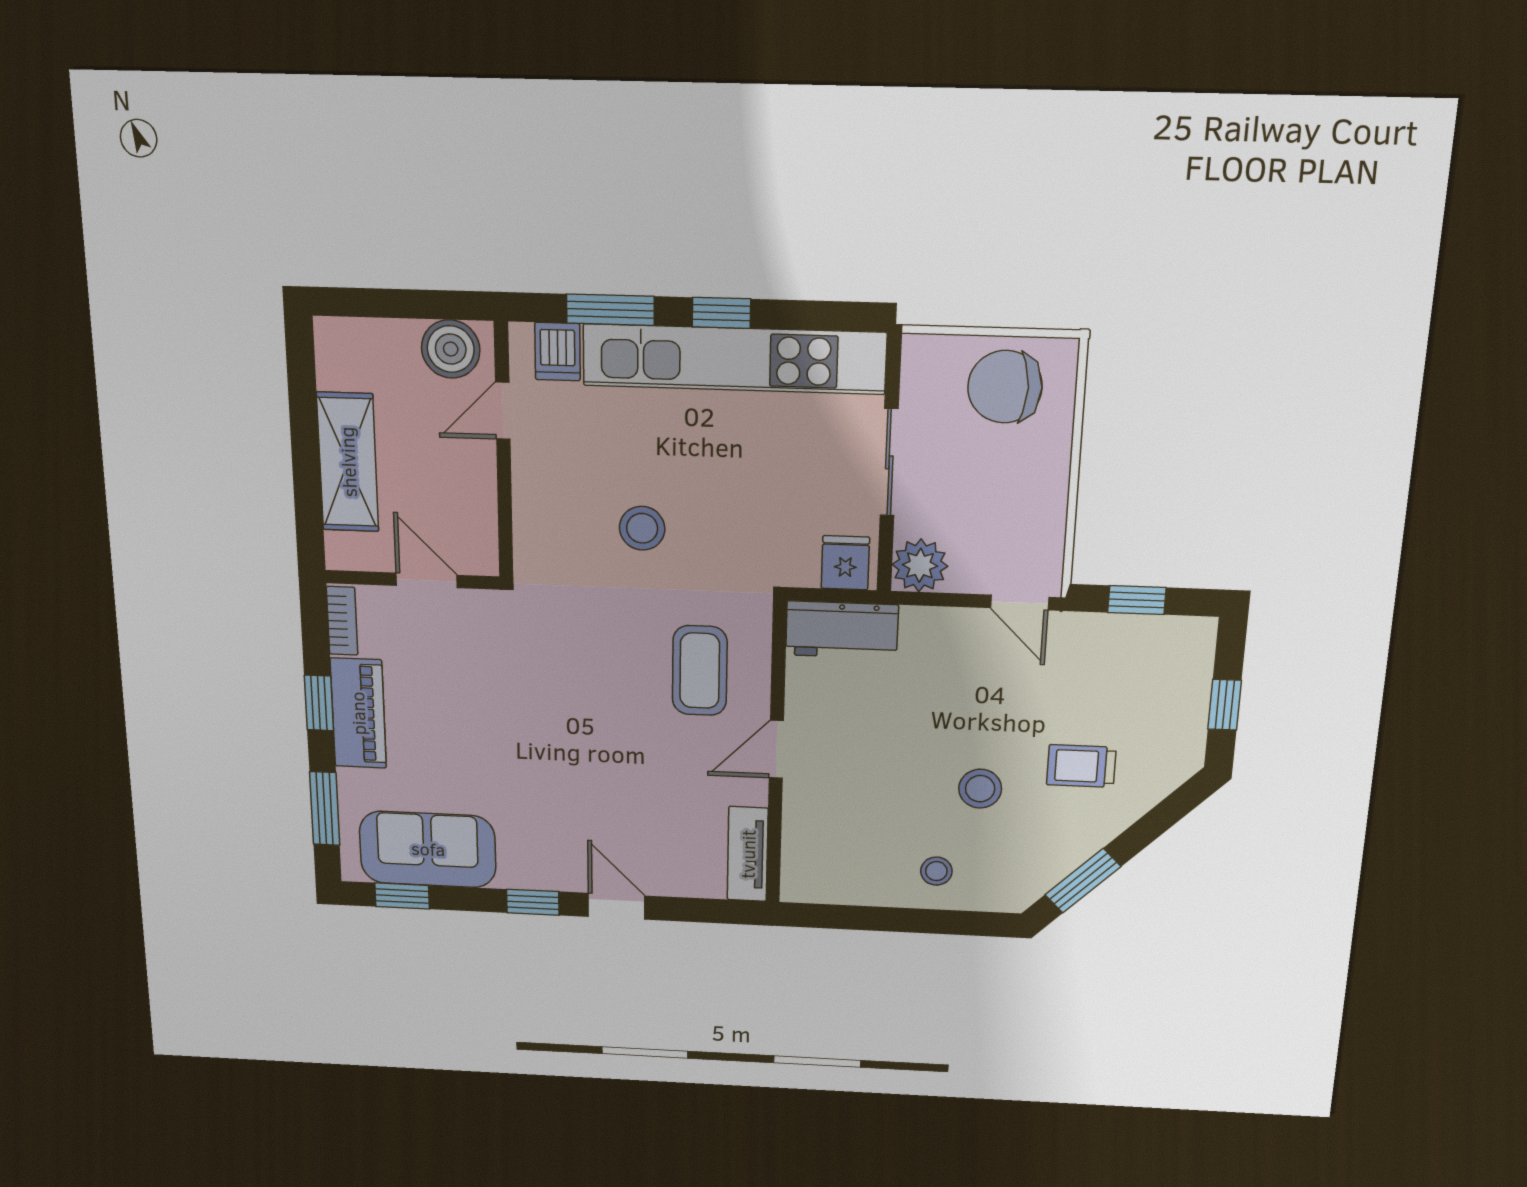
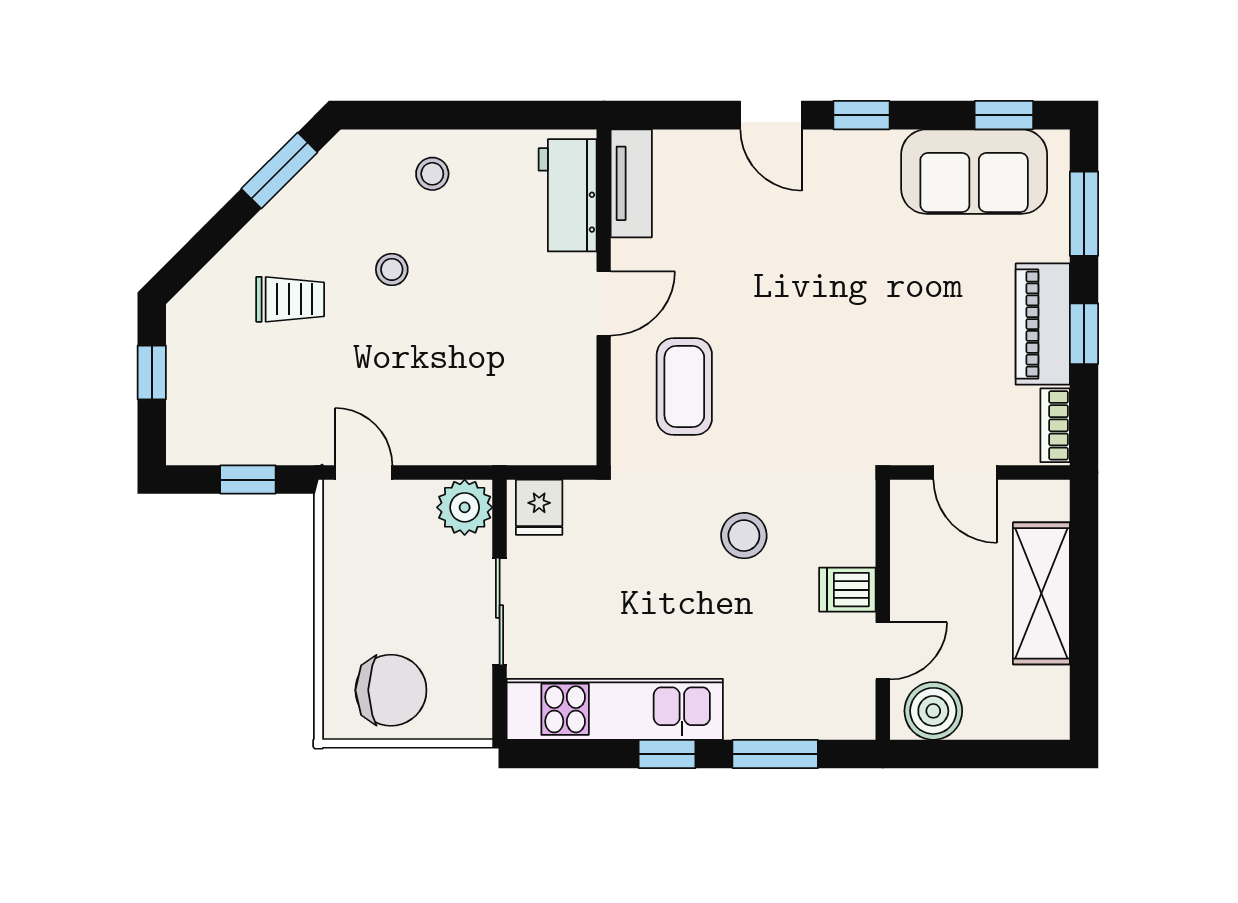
dishwasher: (558, 352) -> (847, 590), moved, turned -90
kitchen unit: (734, 359) -> (615, 709), width x0.73
workbench: (842, 630) -> (568, 195), moved, turned -90
stool: (980, 789) -> (392, 269), width x0.73, depth x0.73

